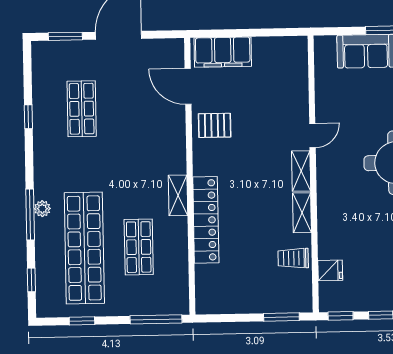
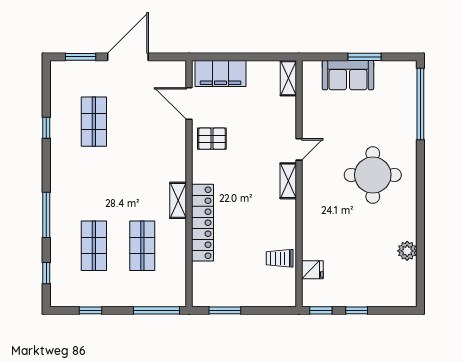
plant: (42, 209) -> (57, 210), removed
shelving: (302, 213) -> (288, 78), moved
shop shelf: (84, 248) -> (94, 246), width x0.50, depth x0.74
window: (281, 317) -> (225, 310), moved

